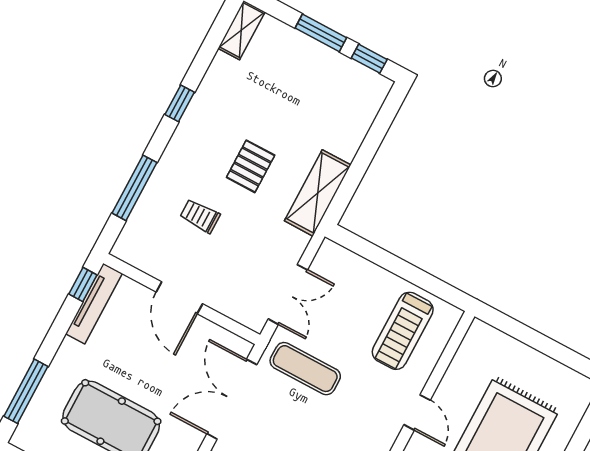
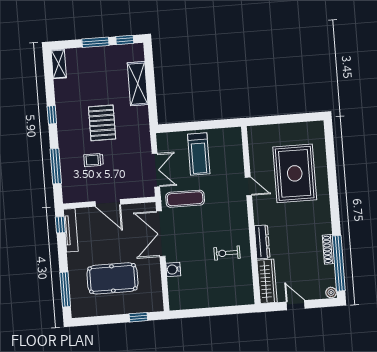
pallet: (251, 166) -> (102, 123), width x1.50, depth x1.42
shelving: (318, 193) -> (138, 84), moved
treadmill: (403, 331) -> (199, 154), moved

